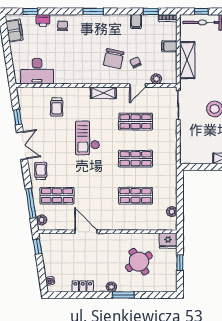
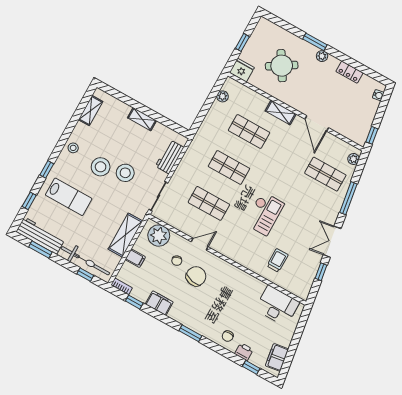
filing cabinet: (136, 22) -> (159, 303), width x2.00
plant: (156, 79) -> (159, 236), width x1.87, depth x1.87
door: (138, 86) -> (200, 244), moved
shelving: (103, 93) -> (281, 112), moved
workbench: (187, 141) -> (170, 157), added
trolley: (41, 171) -> (328, 207), removed
window: (31, 203) -> (348, 198), moved

